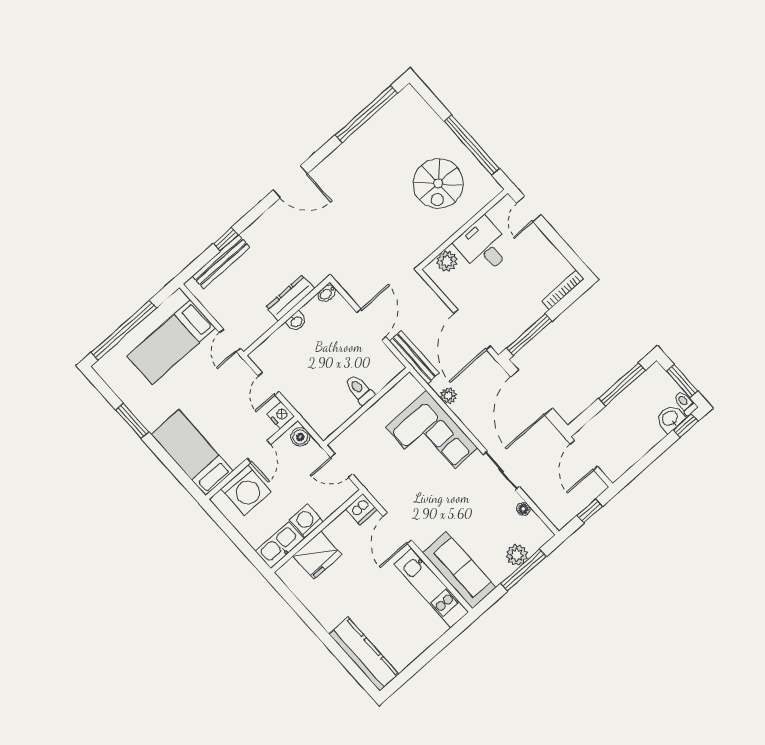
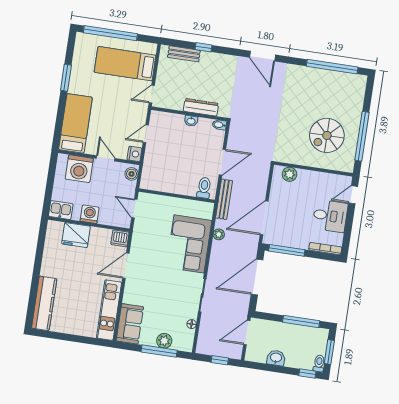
desk: (484, 246) -> (330, 216), moved, turned 90
bench: (221, 262) -> (184, 54), width x0.73
toilet: (359, 390) -> (204, 188), moved
washbasin: (670, 418) -> (276, 358), moved
door: (259, 451) -> (106, 158), swing flipped
kitchen sink: (280, 545) -> (61, 210), width x0.73
sofa: (459, 570) -> (130, 324), width x0.73

